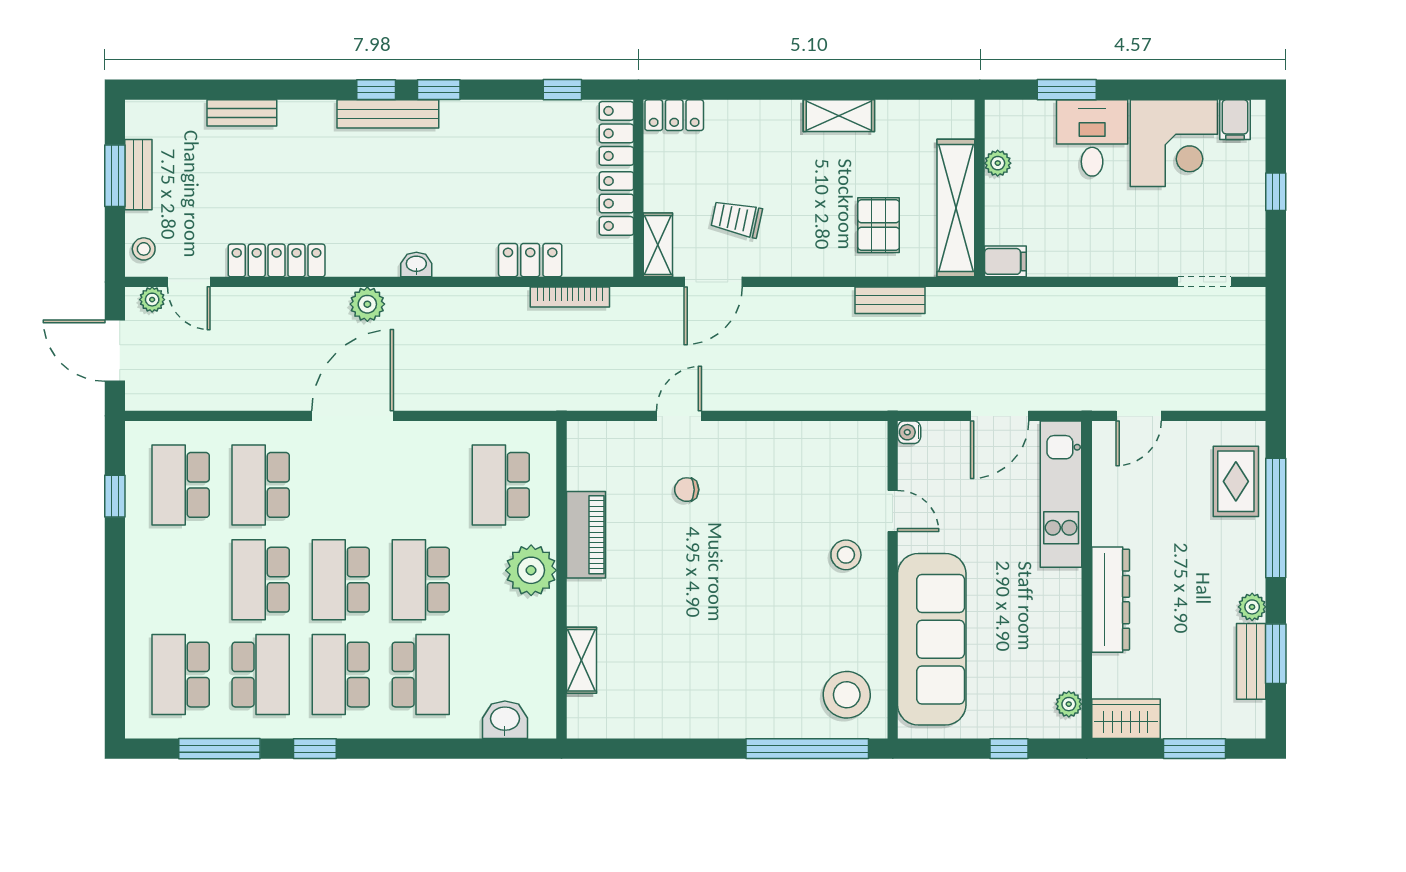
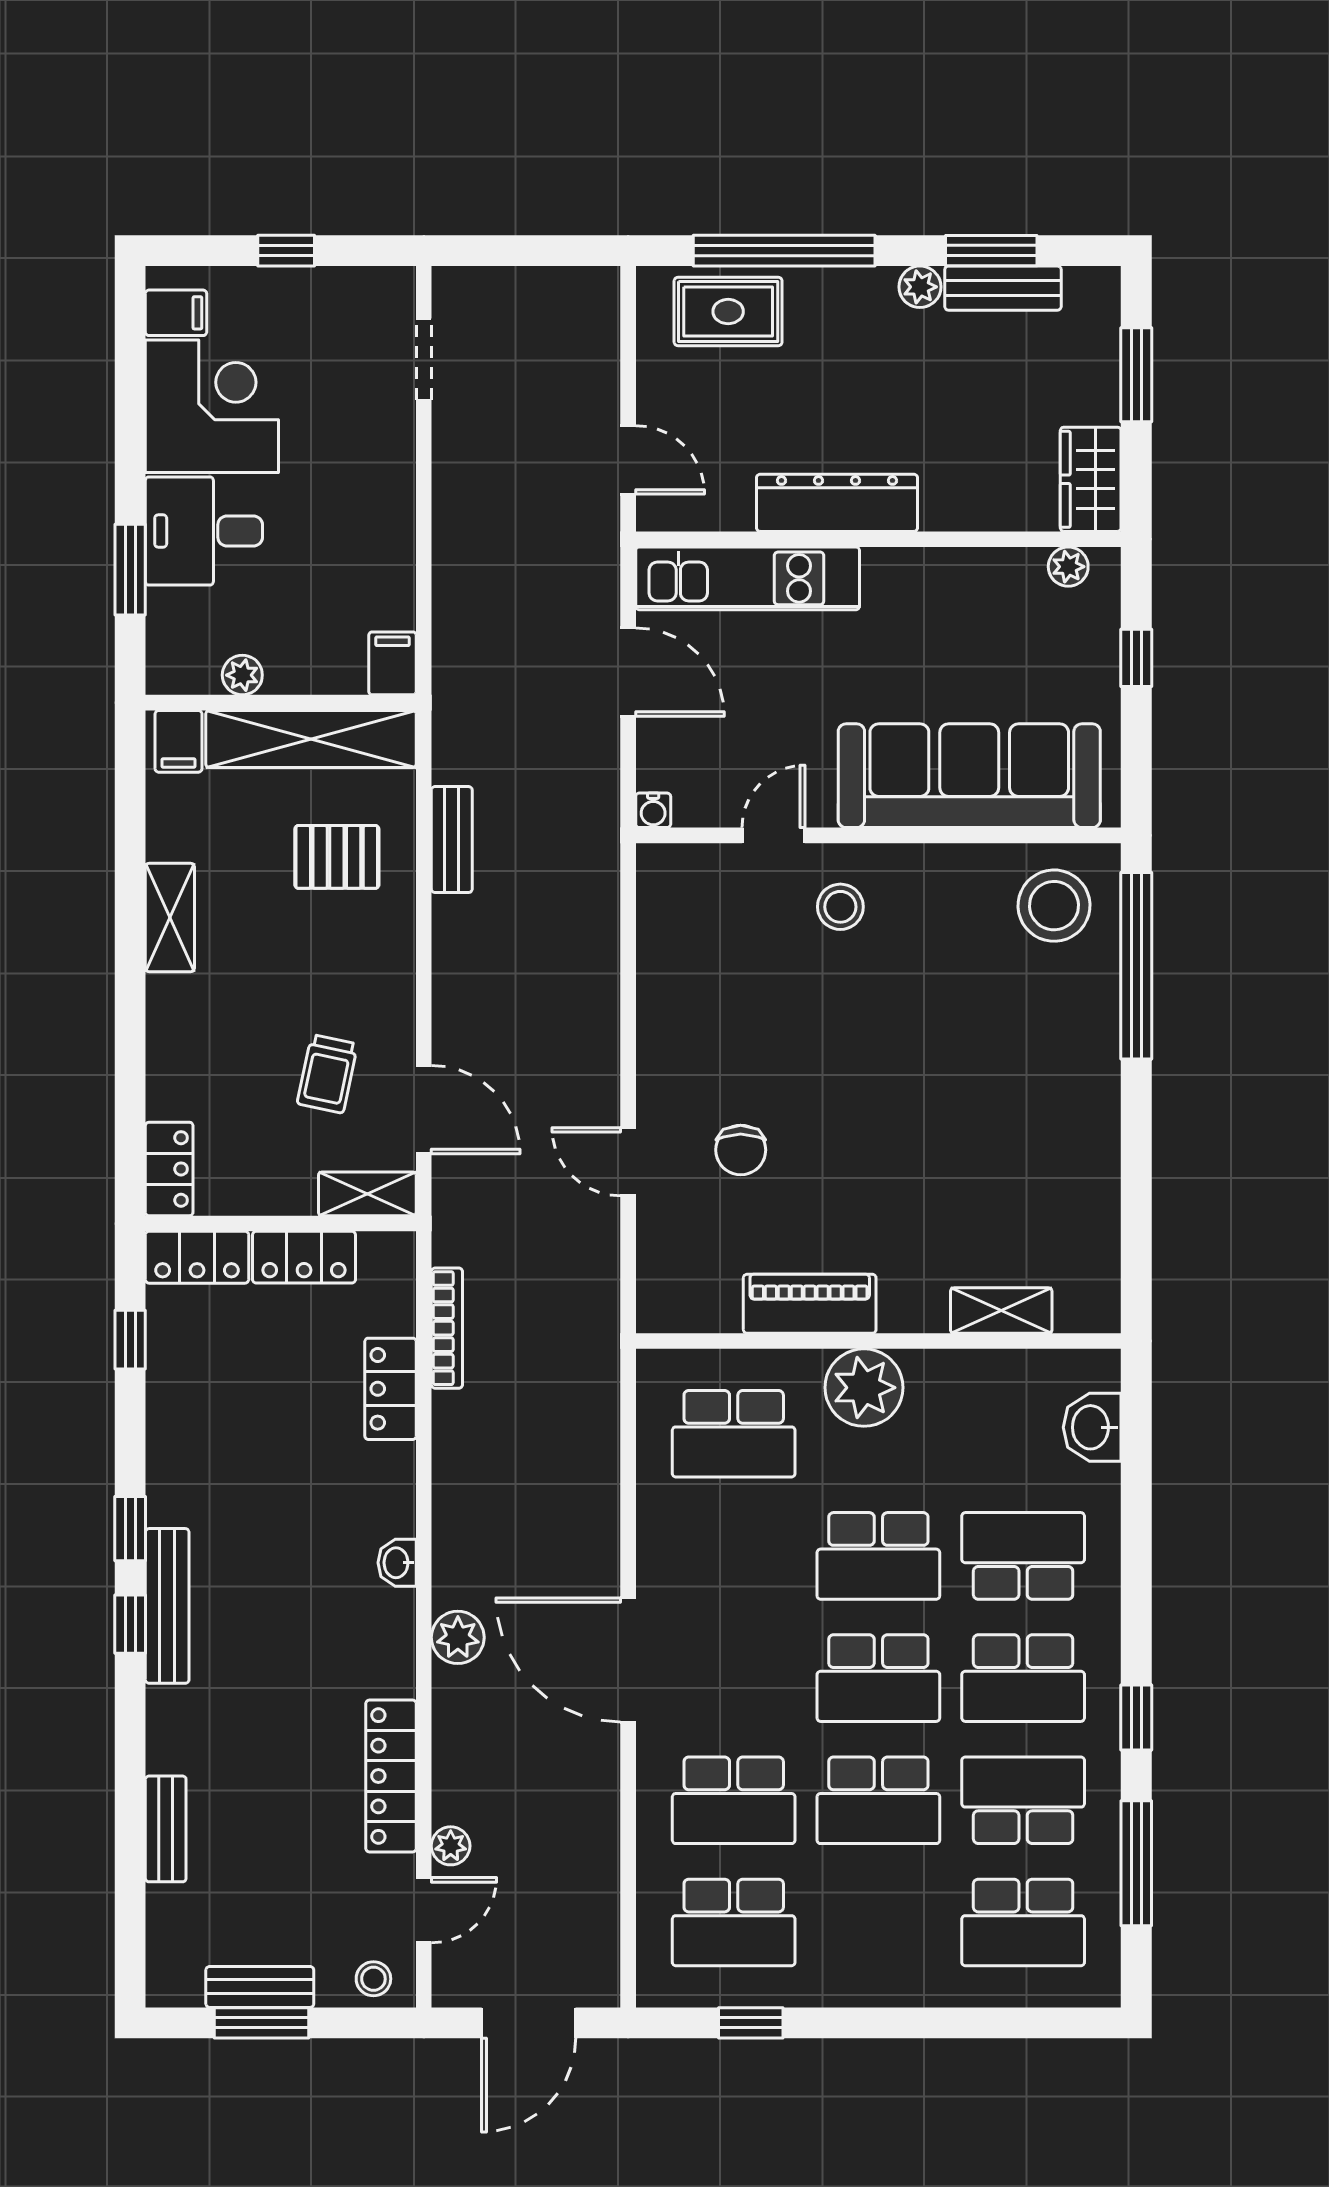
filing cabinet: (954, 121) -> (179, 741), added
plant: (152, 300) -> (451, 1846), moved
chair: (687, 490) -> (741, 1150), width x1.37, depth x1.37
dresser: (1111, 600) -> (837, 503), moved

